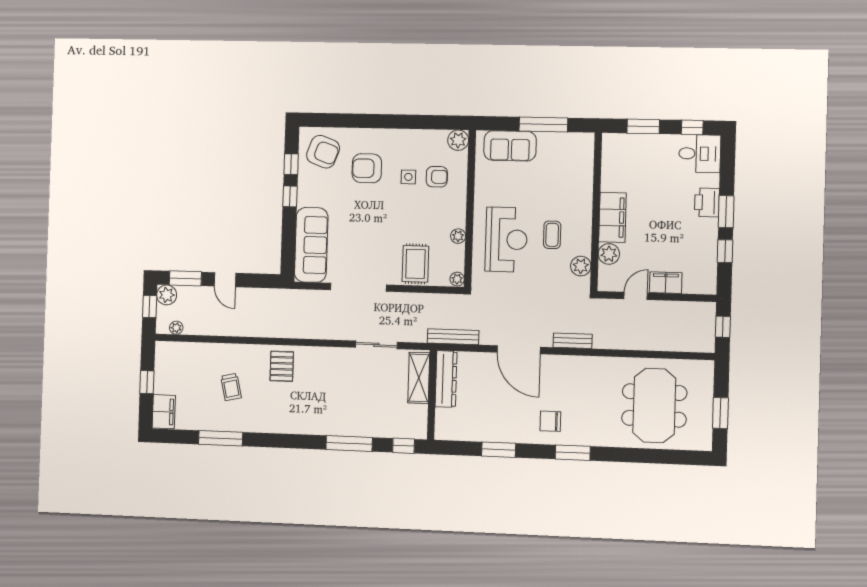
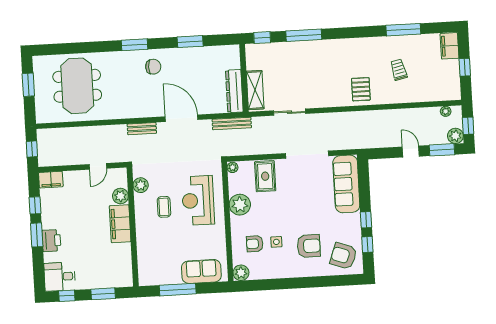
plant: (458, 236) -> (240, 205), width x1.88, depth x1.88
filing cabinet: (666, 283) -> (51, 180), moved

